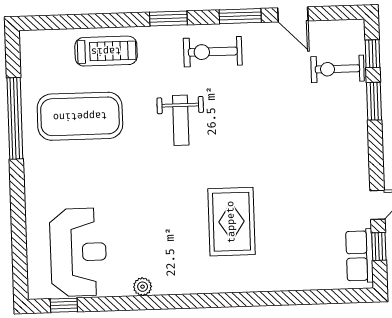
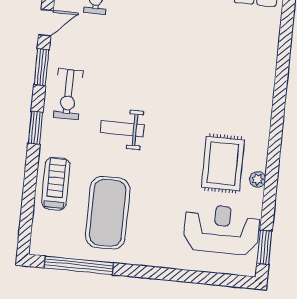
window: (15, 118) -> (79, 265), moved
weight bench: (181, 120) -> (122, 129), turned 180
rug: (231, 222) -> (223, 164), moved, turned 90
window: (64, 305) -> (264, 247), width x1.50

